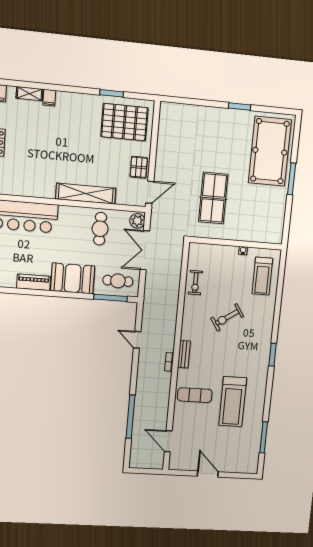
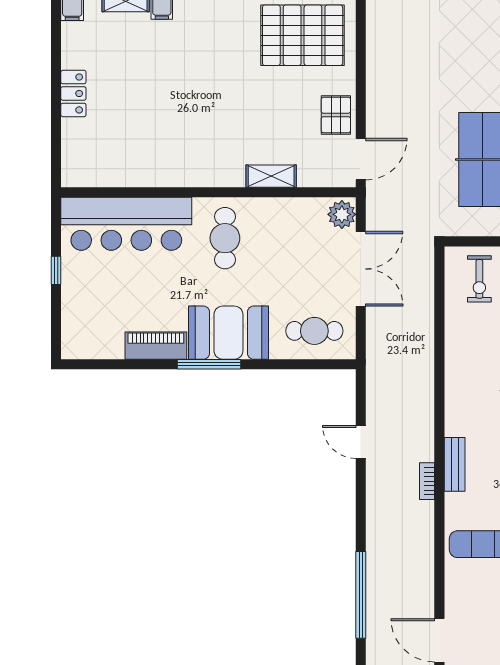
shelving: (86, 194) -> (271, 176), width x0.45, depth x0.75
cafe table: (100, 229) -> (225, 238), moved
double door: (145, 250) -> (361, 269), swing flipped
exercise bike: (195, 283) -> (479, 279), moved
window: (111, 298) -> (209, 364), moved

